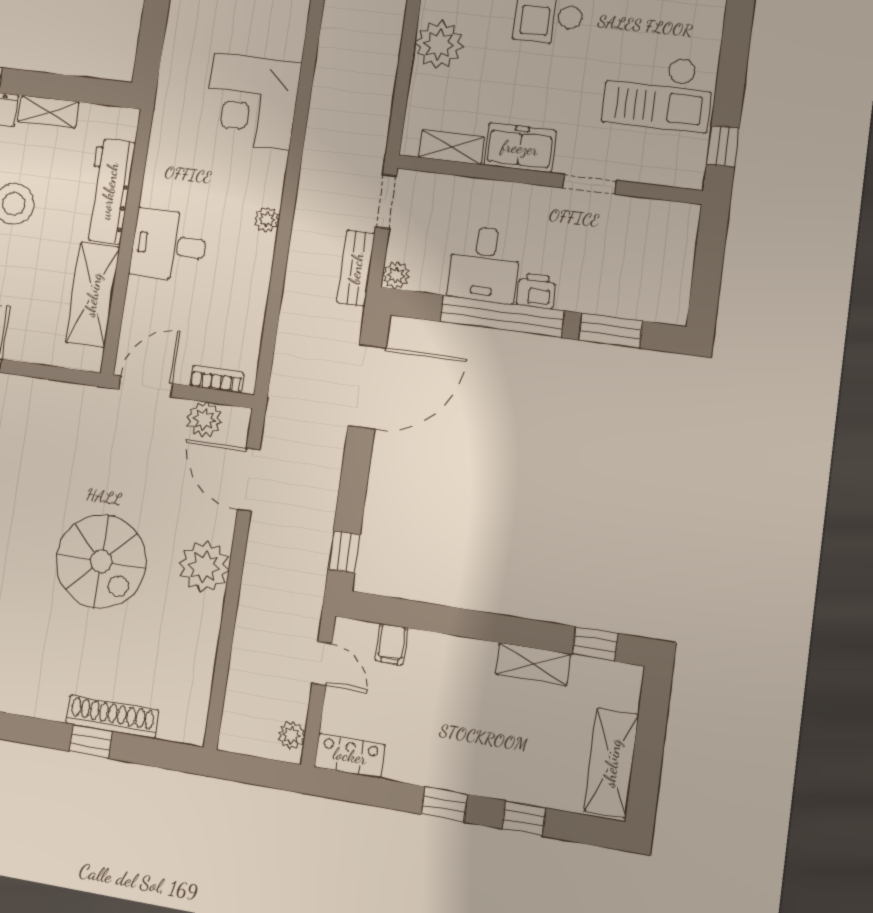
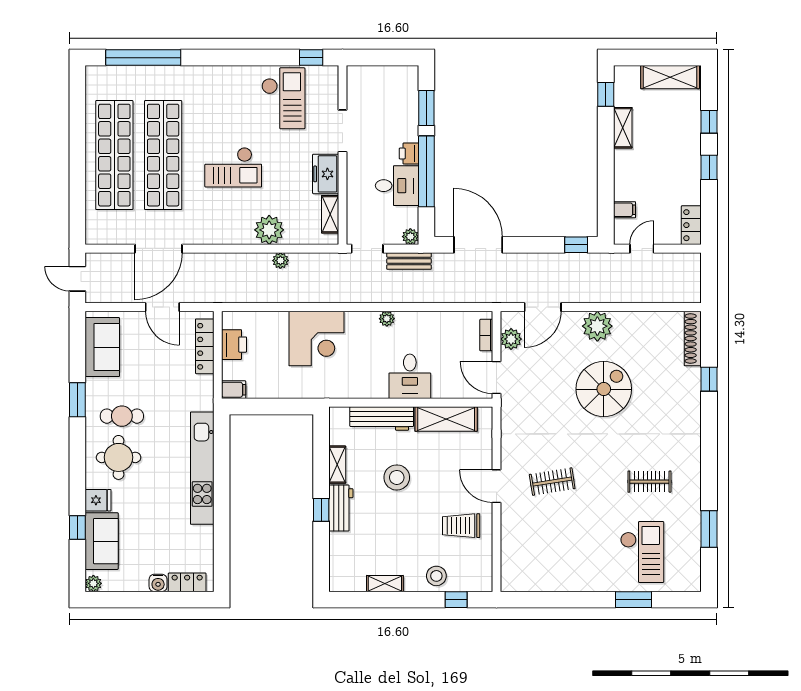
doorway: (589, 184) -> (343, 131), width x1.38
shoe rack: (112, 717) -> (693, 338), moved
plant: (291, 735) -> (280, 261), moved

